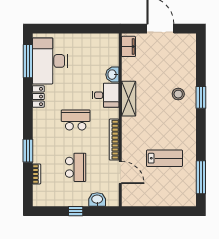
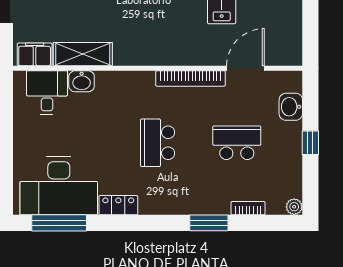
desk: (106, 95) -> (47, 93), moved
shelving: (129, 99) -> (83, 54), moved
plant: (37, 202) -> (294, 207), added

